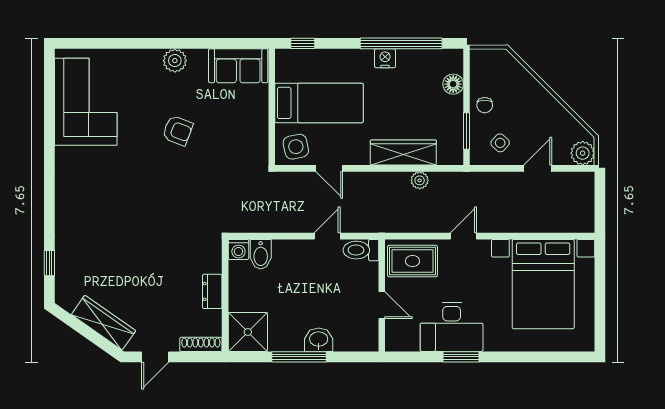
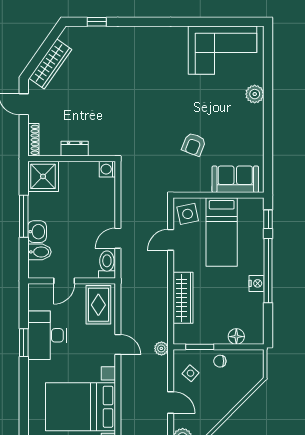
window: (401, 43) -> (268, 271), moved
plant: (175, 61) -> (255, 94), moved
sofa: (238, 66) -> (235, 179), moved, turned 90
armchair: (178, 131) -> (194, 144), moved
plant: (420, 180) -> (161, 348), moved
door: (327, 236) -> (118, 238), swing flipped
bidet: (261, 254) -> (39, 252), moved, turned 180

